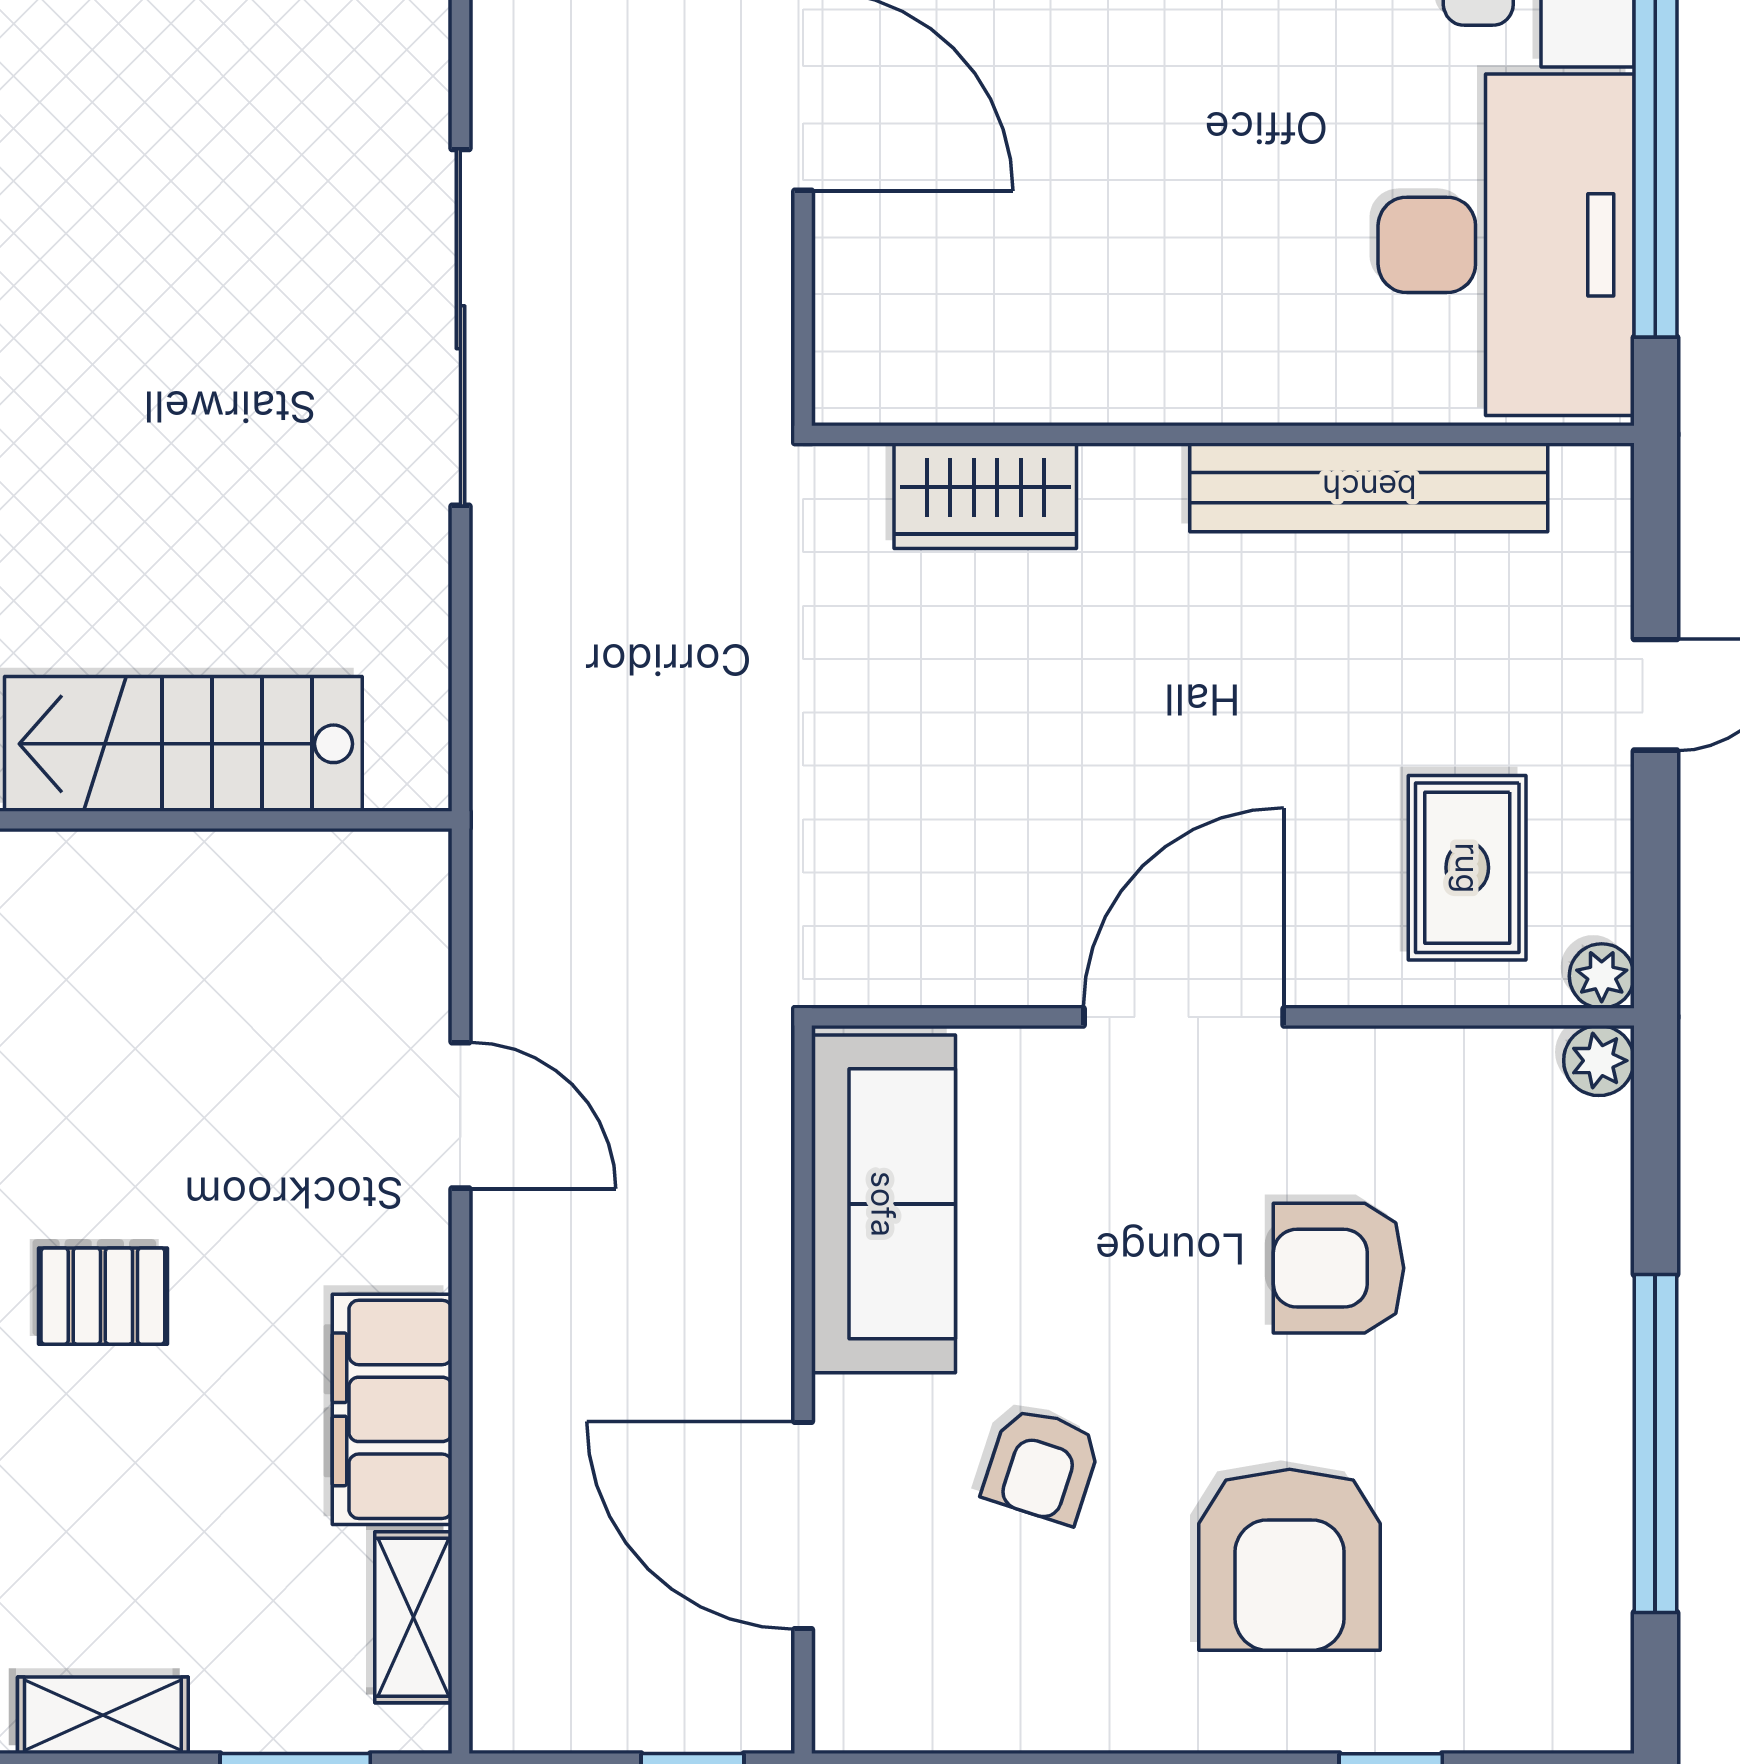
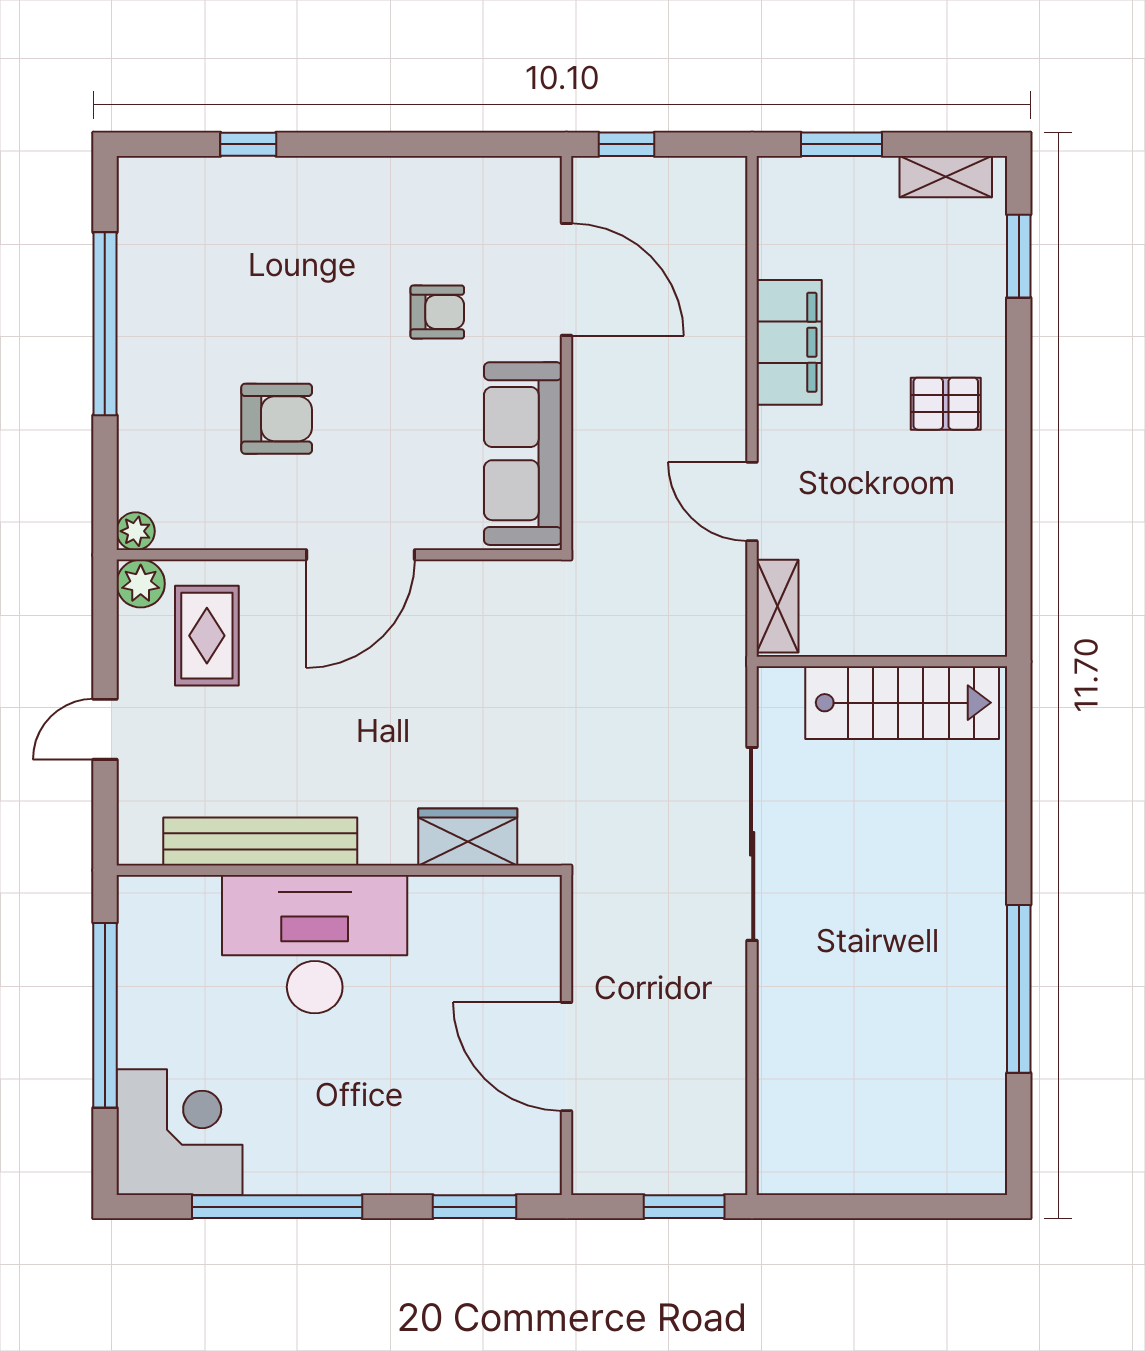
desk: (1506, 245) -> (315, 944), moved, turned 90
sliding door: (460, 327) -> (752, 844), moved
plant: (1602, 976) -> (141, 584), width x1.38, depth x1.38
armchair: (1042, 1465) -> (437, 312), turned 72
armchair: (1290, 1560) -> (303, 261), removed
shelving: (413, 1617) -> (778, 606), moved

